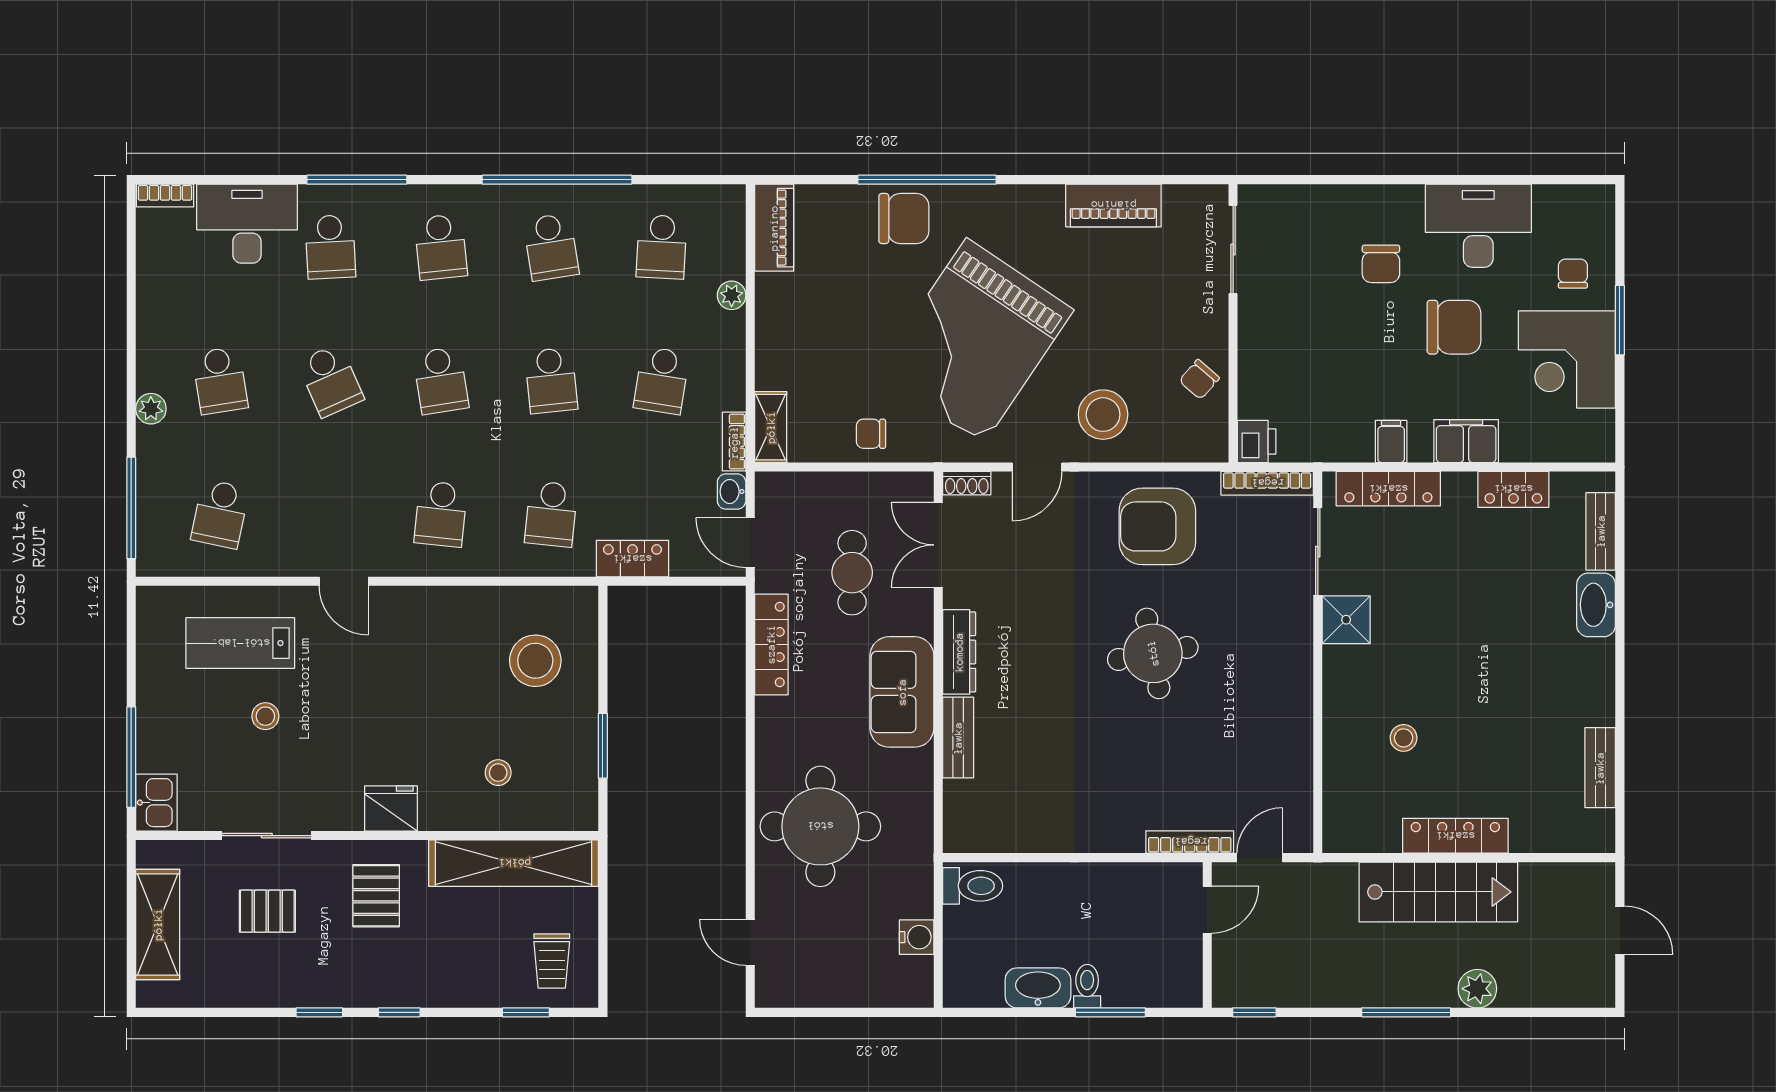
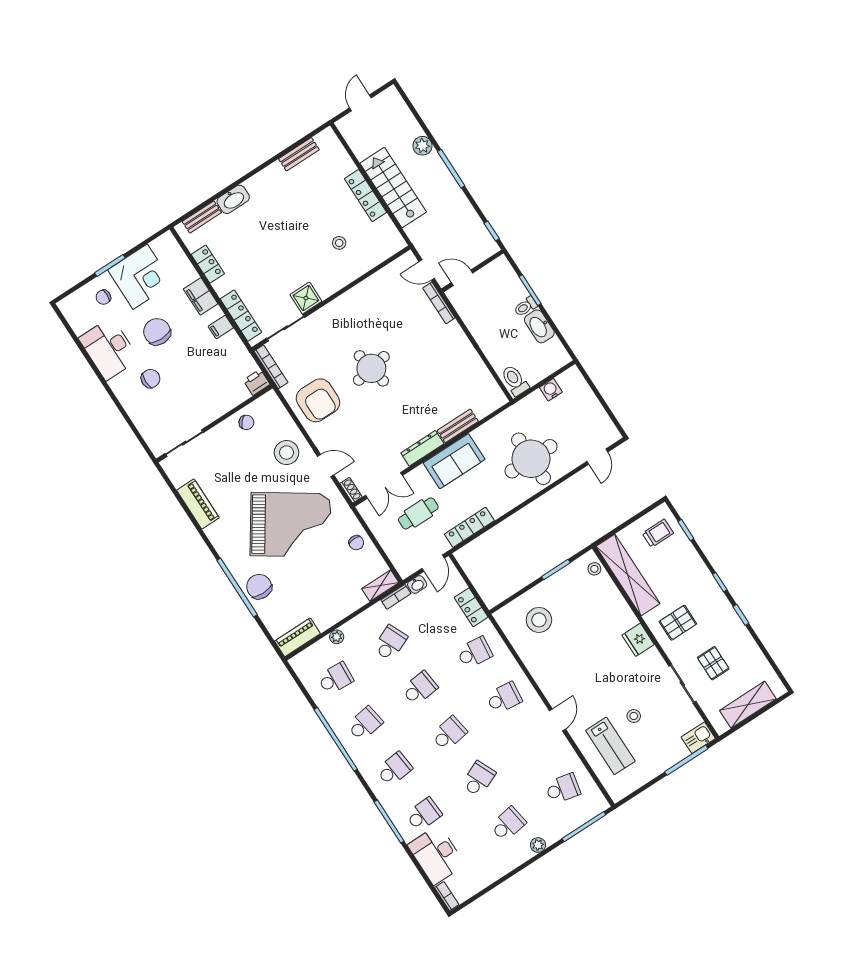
school desk: (661, 380) -> (390, 643), turned -33
stool: (498, 773) -> (594, 569), moved

